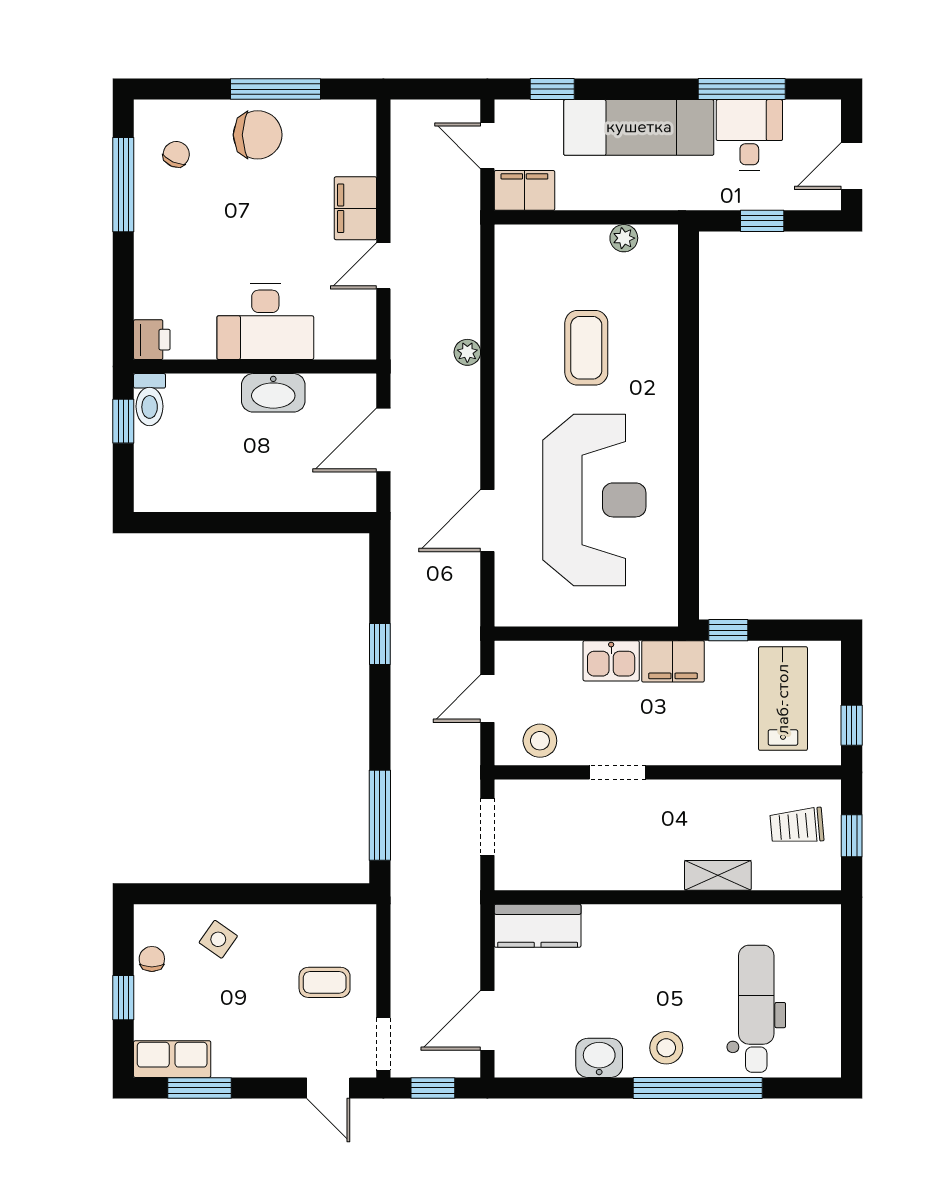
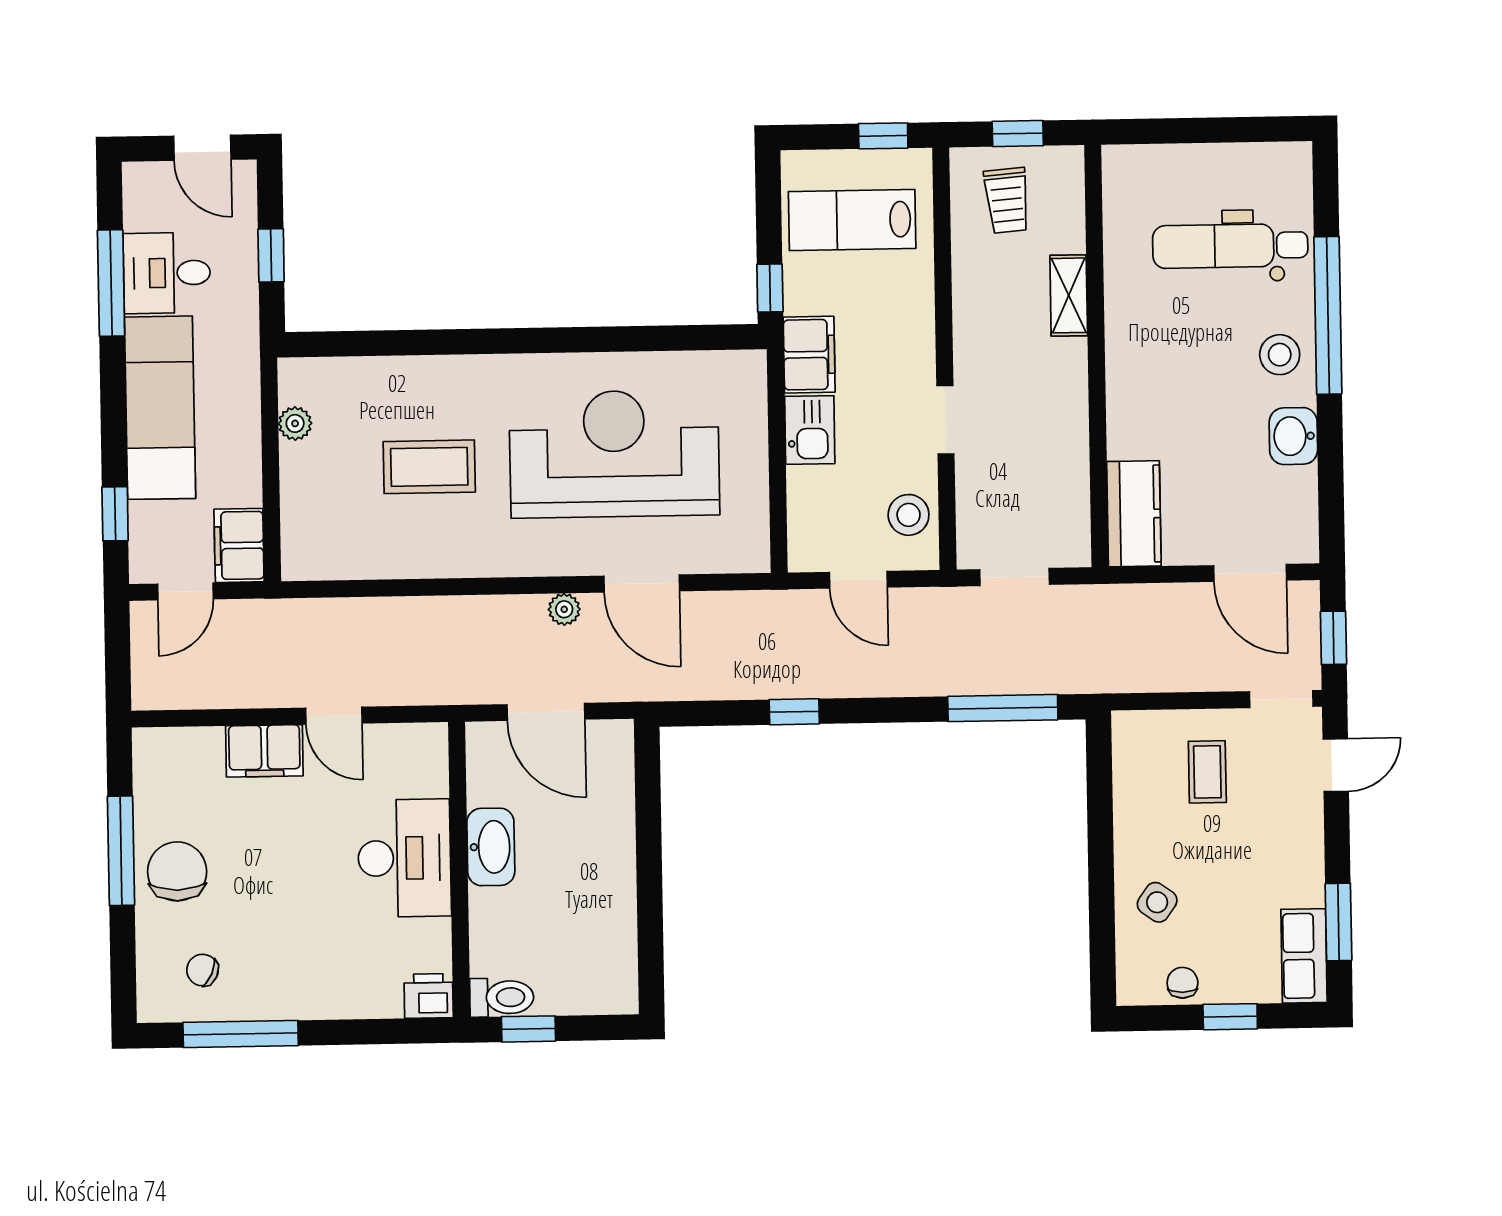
plant: (467, 352) -> (564, 609), moved
chair: (152, 959) -> (1182, 983), turned 90

